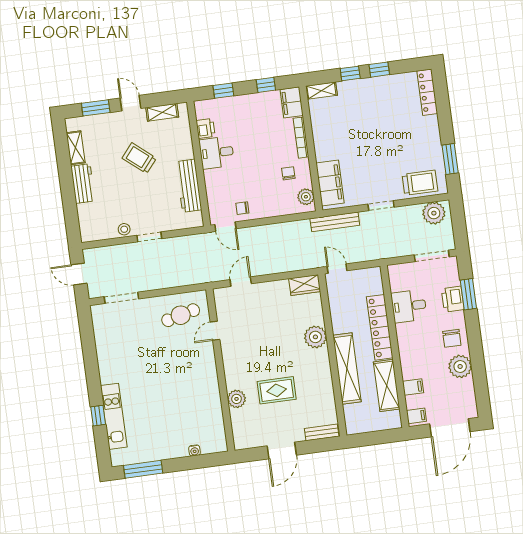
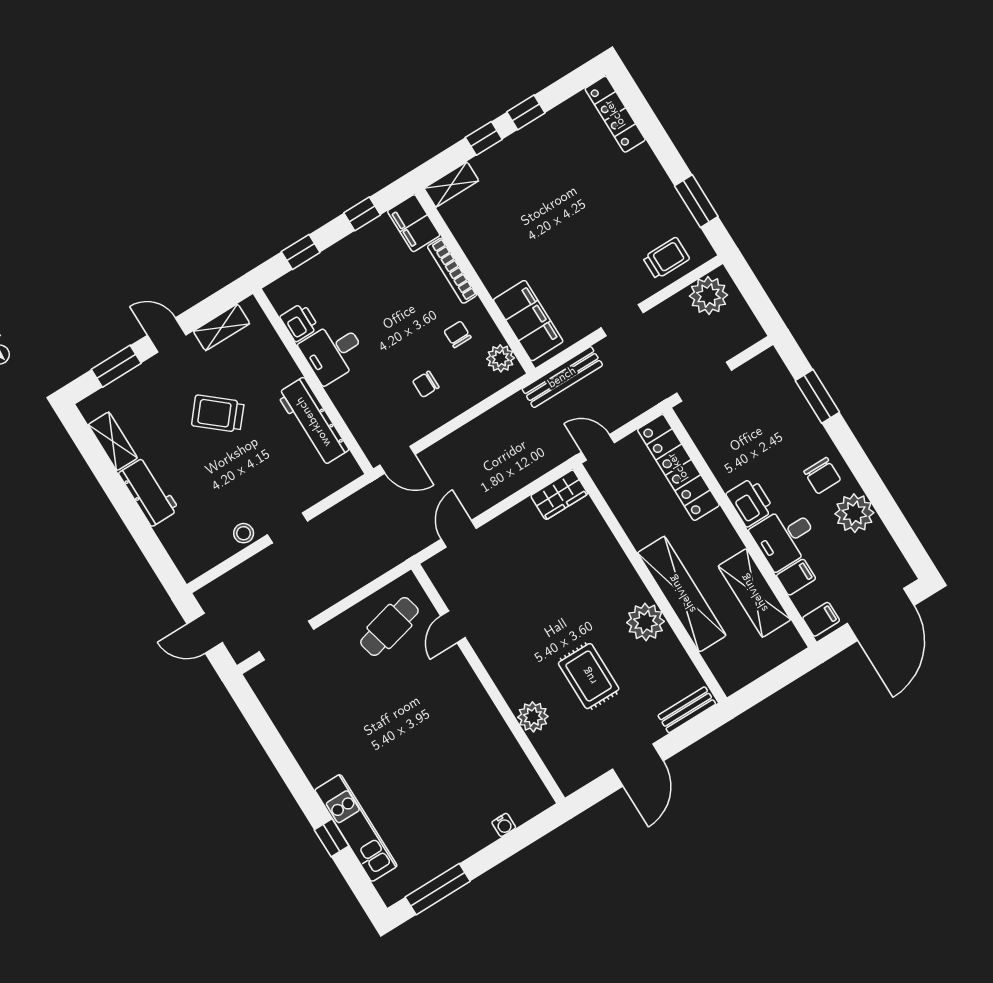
trolley: (420, 183) -> (666, 258), width x0.73, depth x0.72
chair: (242, 208) -> (426, 384), moved
doorway: (432, 256) -> (704, 382), moved
printer: (453, 299) -> (750, 502), moved, turned 180
desk: (409, 306) -> (785, 537), moved
locker: (380, 327) -> (678, 467), moved
plant: (315, 337) -> (645, 622), moved
rug: (277, 390) -> (589, 676), turned 90

